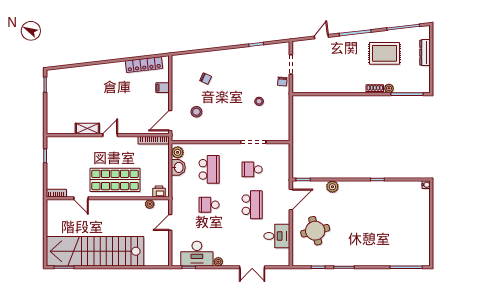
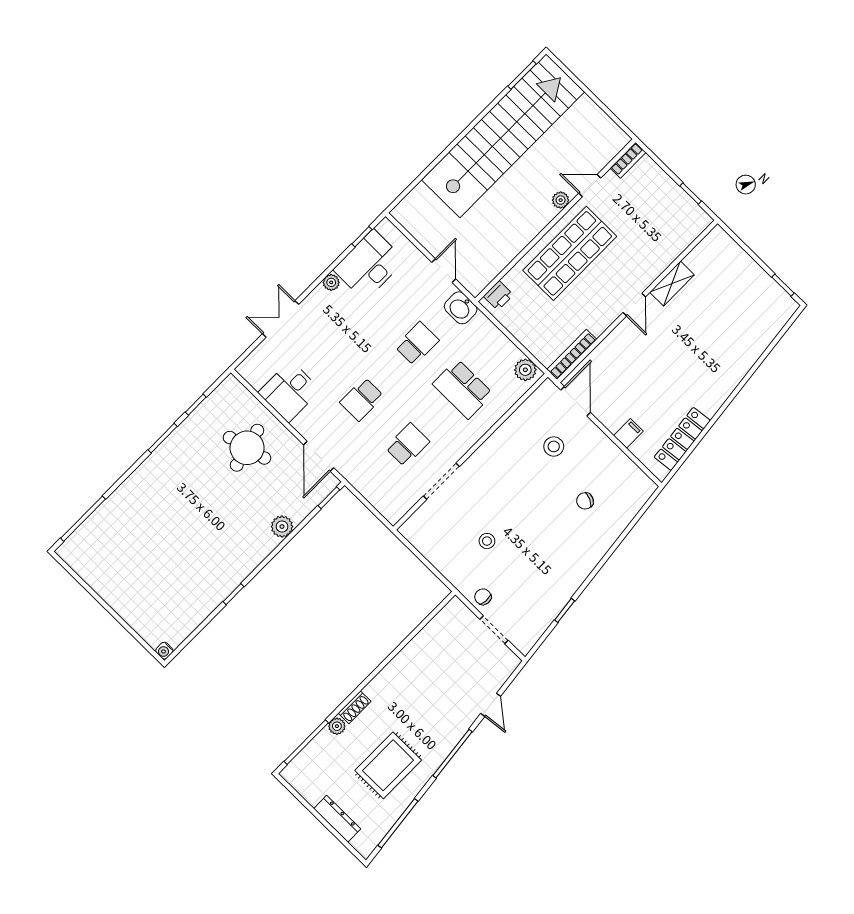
washbasin: (178, 167) -> (461, 308), moved
plant: (150, 204) -> (561, 200), moved
school desk: (252, 205) -> (362, 399), width x0.54

